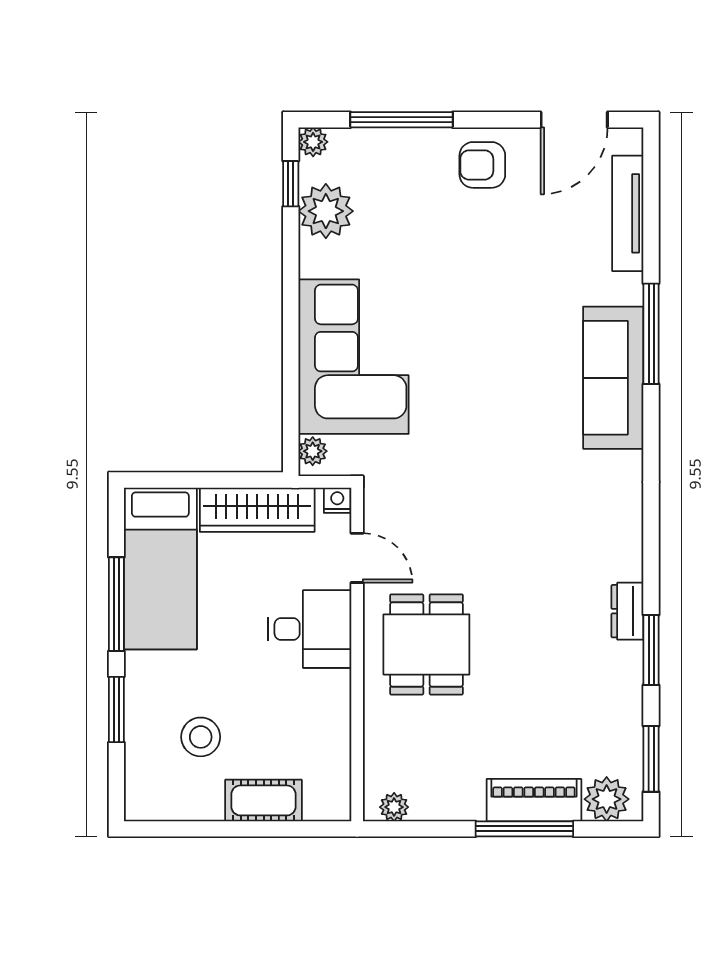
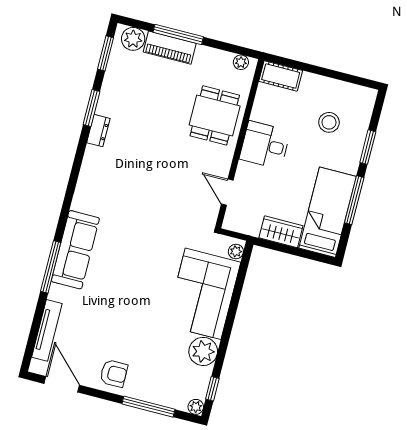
door: (574, 120) -> (62, 384), hinge flipped
plant: (326, 211) -> (203, 351), moved
nightstand: (337, 500) -> (230, 224), removed
wardrobe: (257, 510) -> (281, 232), width x0.67
desk: (310, 629) -> (265, 145), moved
dining table: (426, 644) -> (215, 115), moved
cot: (264, 800) -> (281, 76), moved

